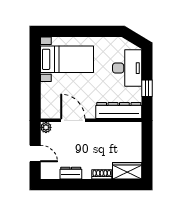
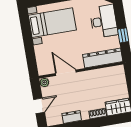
door: (35, 154) -> (39, 106), hinge flipped

